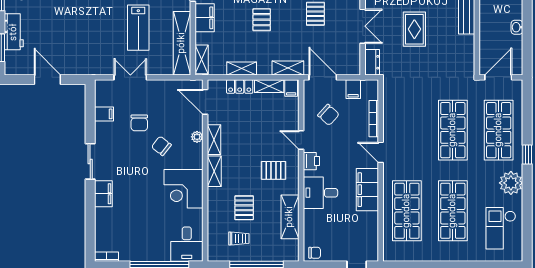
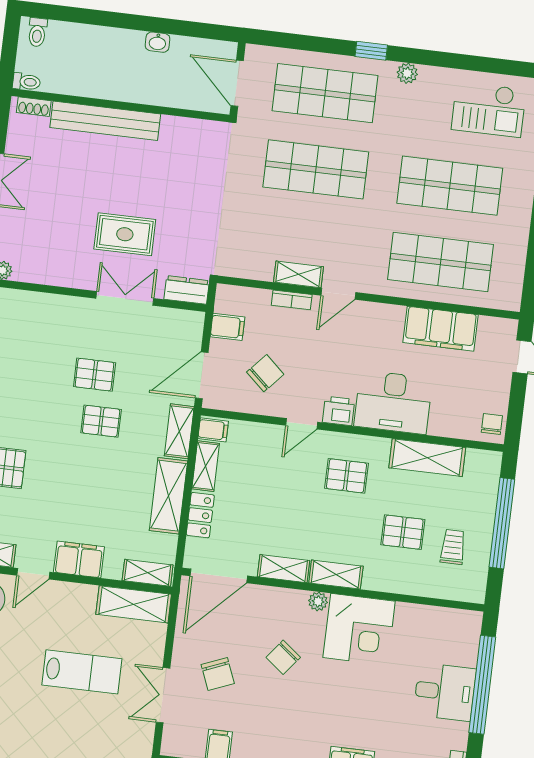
pallet: (262, 20) -> (101, 421), moved
rug: (414, 29) -> (125, 234), moved
shelving: (182, 43) -> (134, 604), width x0.68
shelving: (242, 68) -> (168, 496), width x1.50, depth x1.33
door: (205, 102) -> (219, 576), width x1.36
bookcase: (374, 119) -> (292, 300), width x0.64
chair: (139, 123) -> (218, 674), moved, turned 68
shelving: (389, 127) -> (299, 274), added
plant: (197, 137) -> (318, 601), moved
pallet: (273, 170) -> (346, 476), turned 90
plant: (511, 183) -> (407, 73), width x0.53, depth x0.53
filing cabinet: (367, 190) -> (441, 329), moved
desk: (320, 193) -> (393, 402), width x1.37
desk: (187, 244) -> (445, 692), moved

